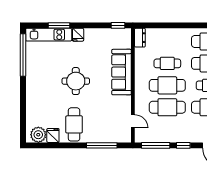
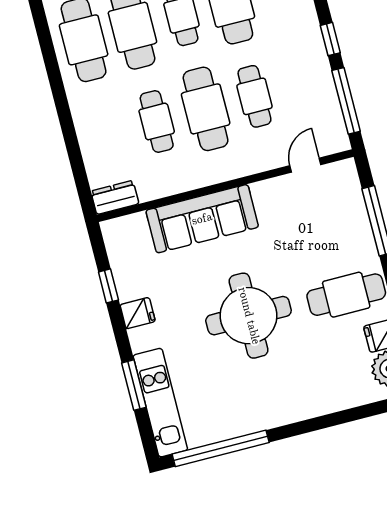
window: (118, 25) -> (108, 286), moved
fridge: (78, 35) -> (138, 313), moved
round table: (76, 81) -> (249, 316), width x1.36, depth x1.36
cafe table: (167, 107) -> (254, 96), width x0.73, depth x0.74

